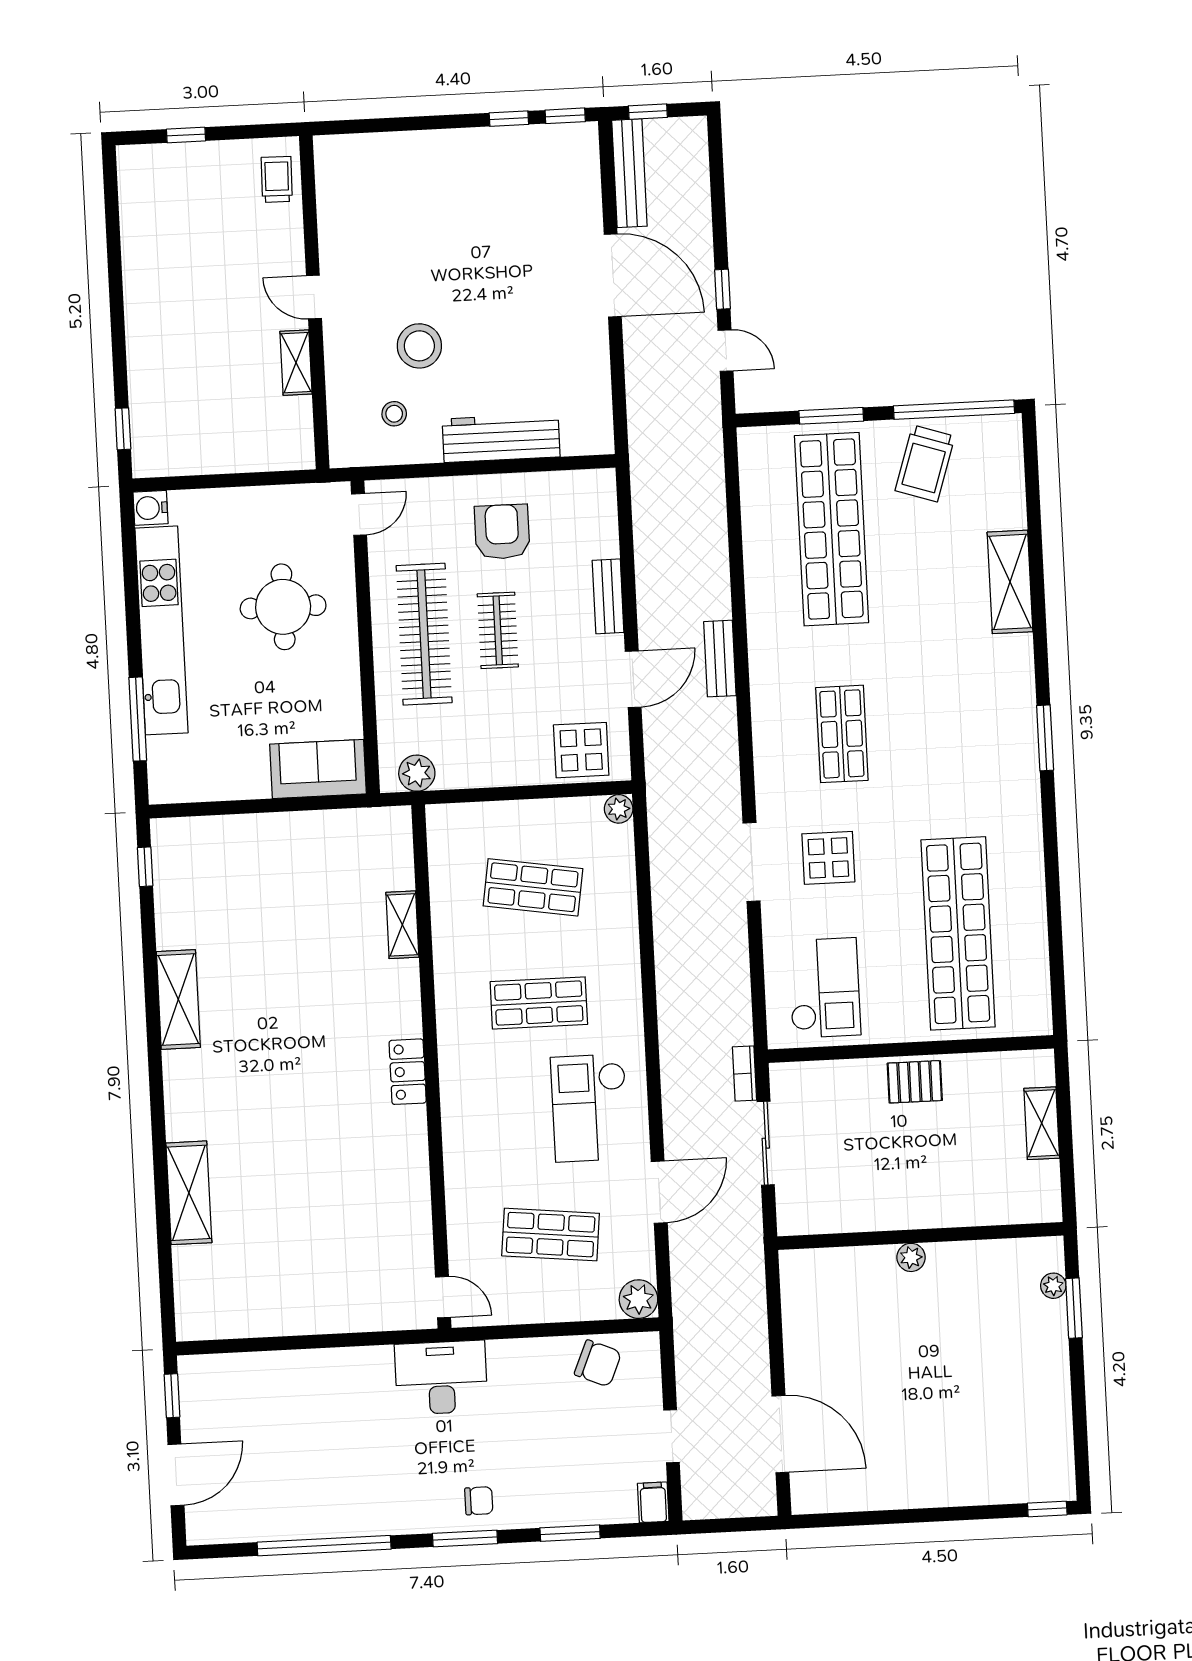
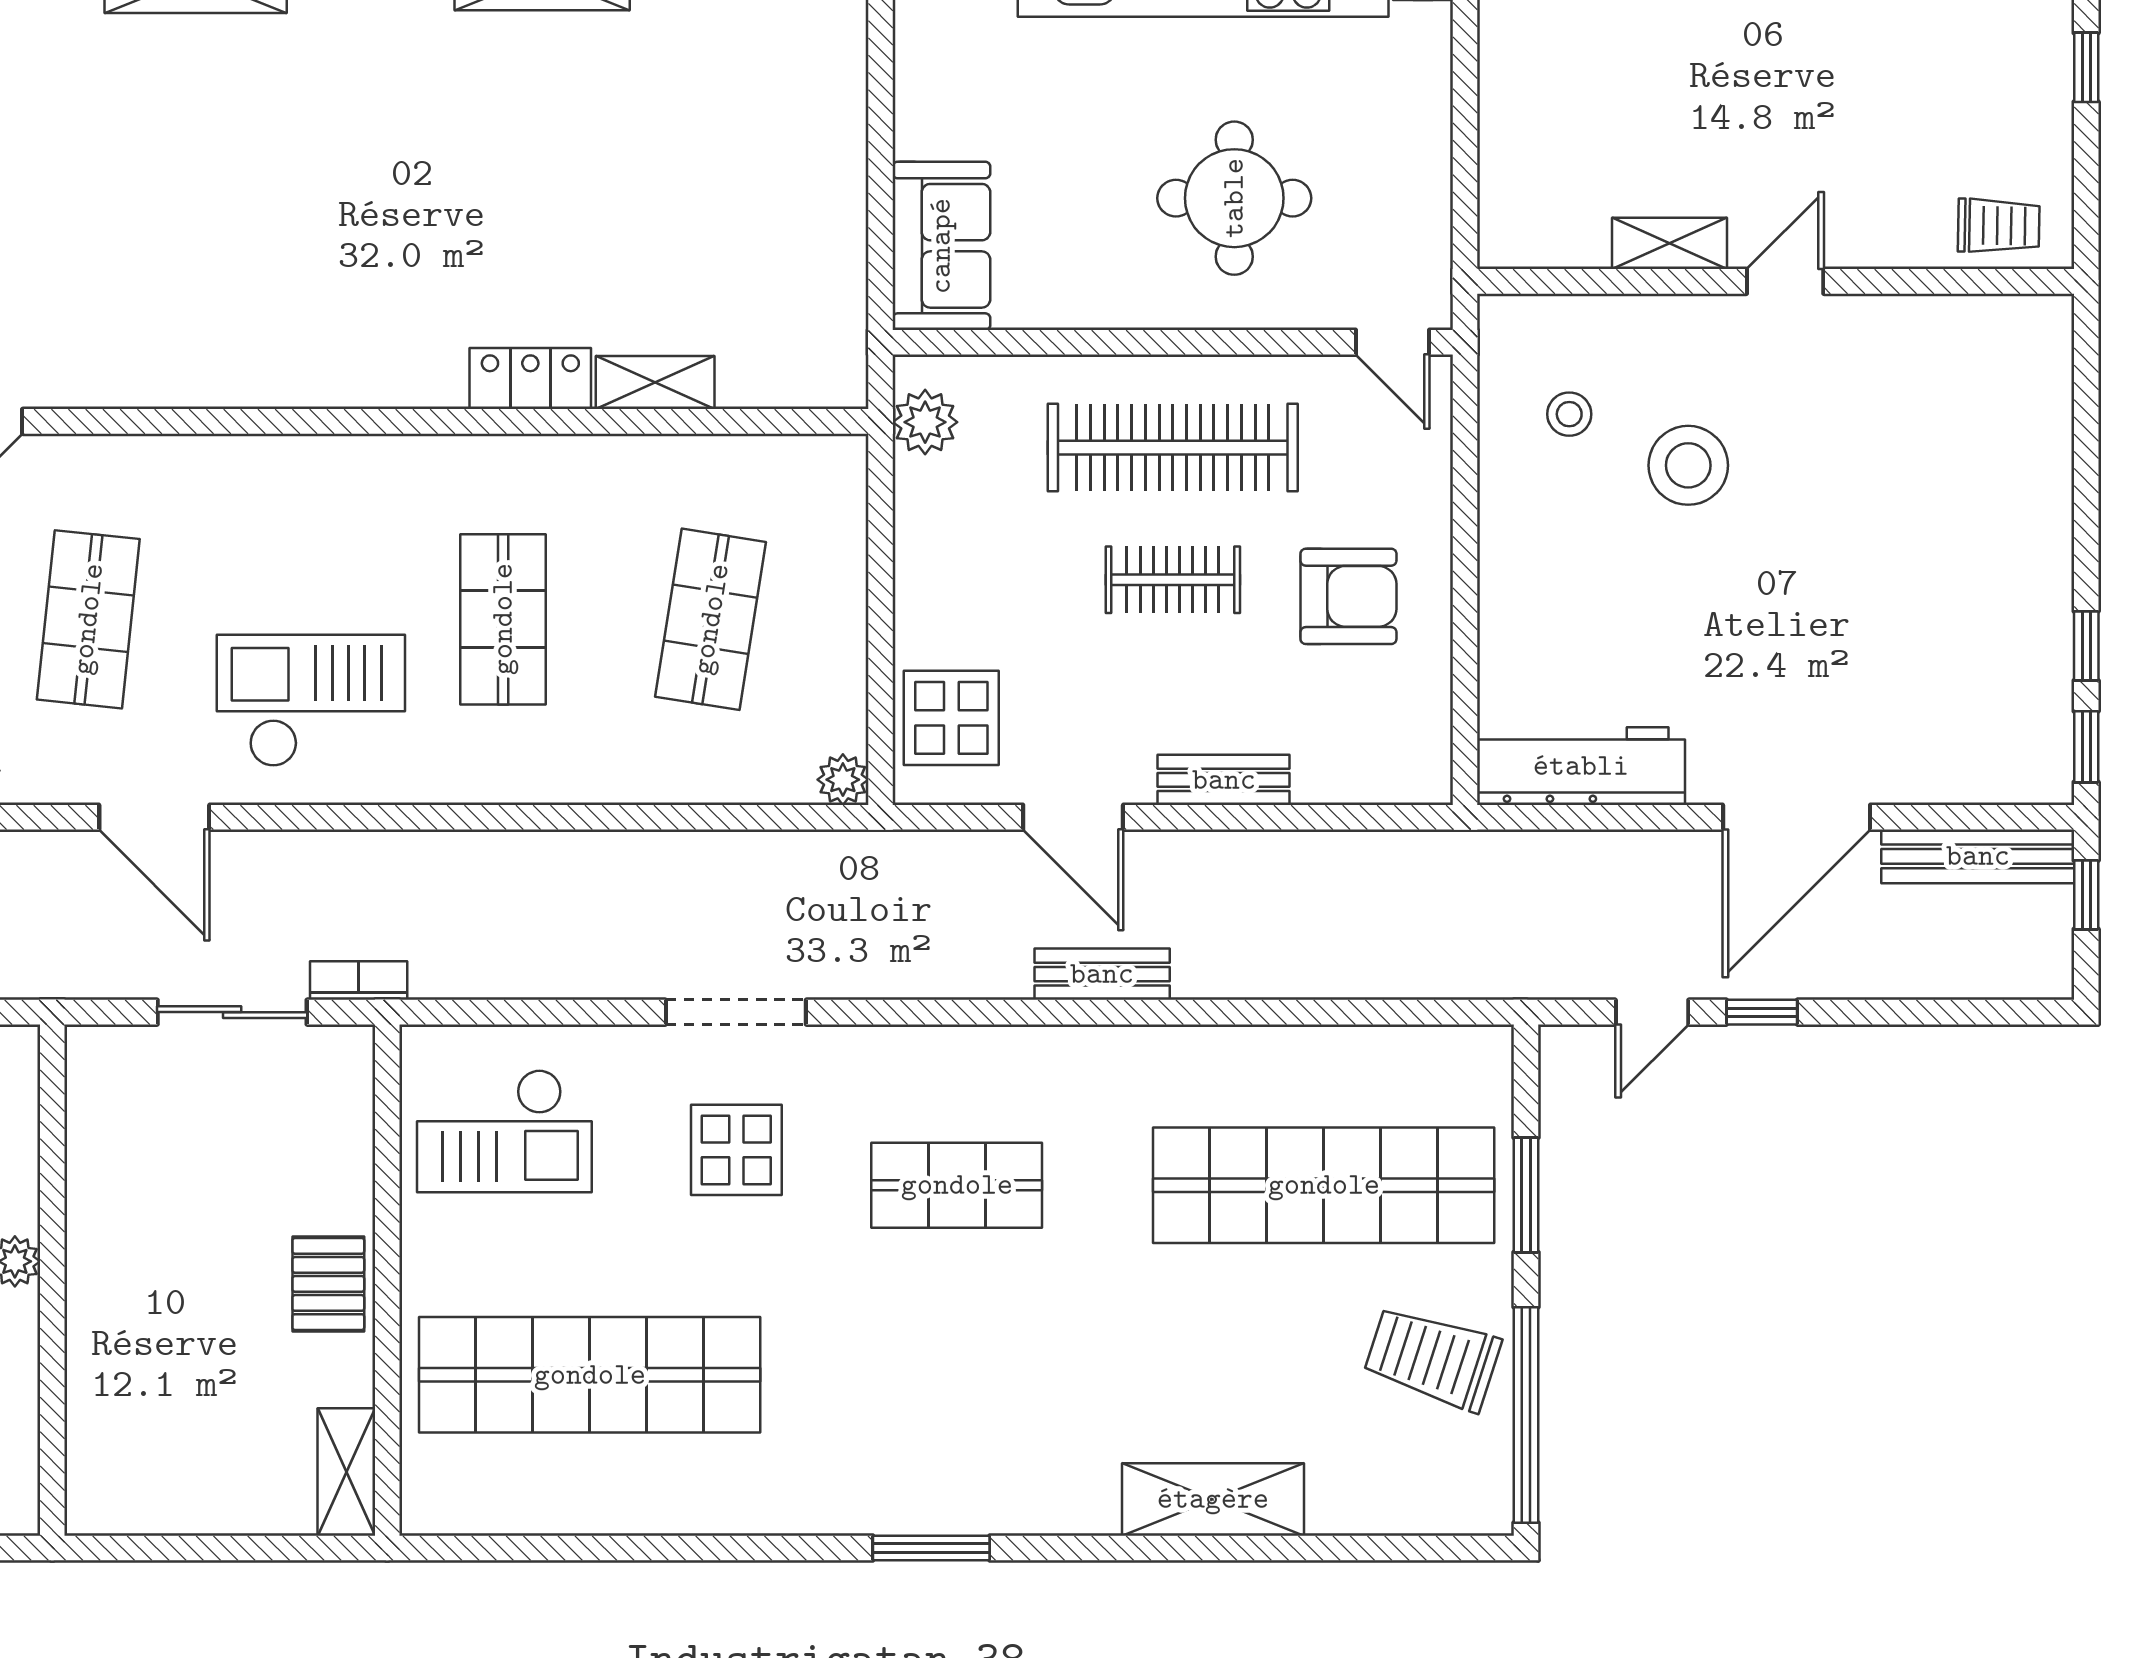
workbench: (501, 438) -> (1581, 766), moved, turned -90
locker: (408, 1072) -> (530, 379), moved
shelving: (1042, 1123) -> (346, 1472), moved, turned 90

